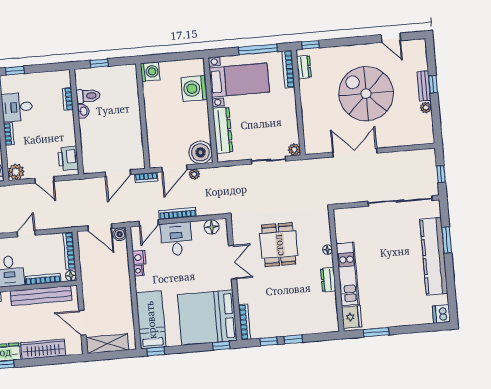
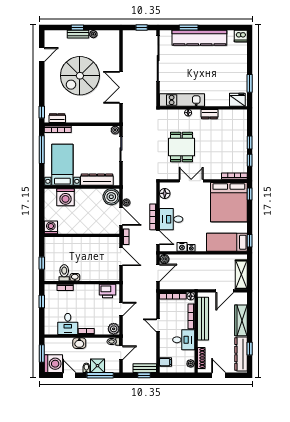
window: (15, 71) -> (42, 302), moved
dining table: (279, 245) -> (181, 147), turned 90
kitchen unit: (348, 274) -> (182, 100), moved

